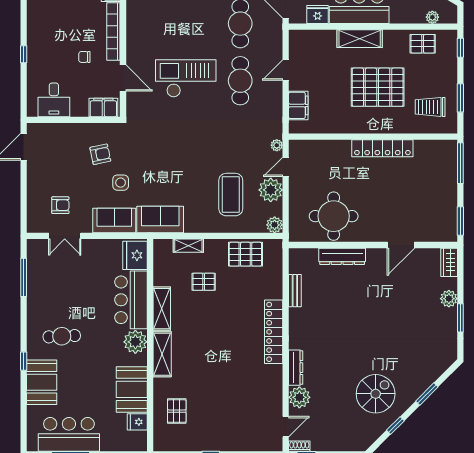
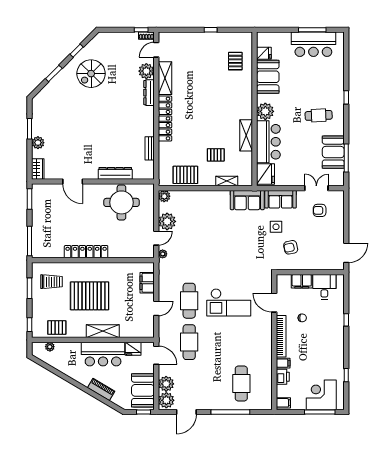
filing cabinet: (103, 108) -> (302, 281), moved
coffee table: (231, 195) -> (196, 218), removed
door: (401, 245) -> (73, 182), swing flipped
shelving: (162, 354) -> (165, 78), moved
booth: (42, 382) -> (333, 152), moved

